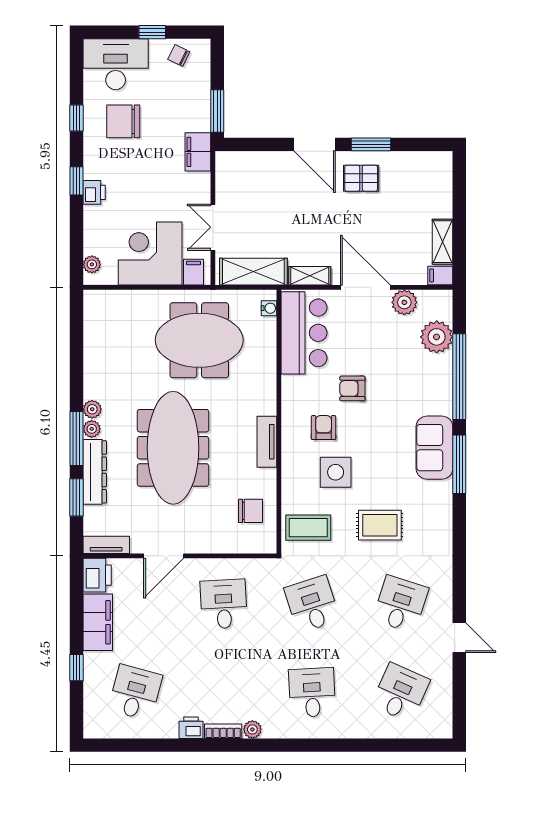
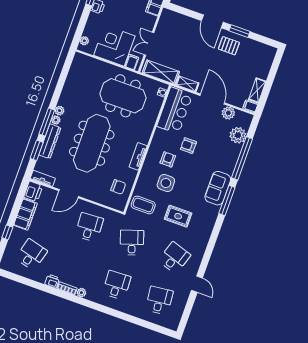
desk: (401, 693) -> (159, 300), turned -30

